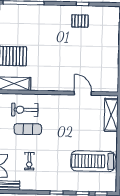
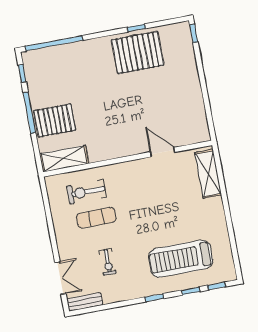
pallet: (80, 21) -> (138, 53), width x2.05, depth x2.00
treadmill: (93, 161) -> (181, 259), moved

